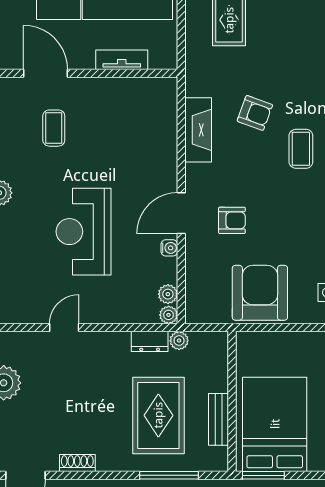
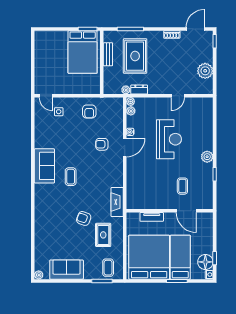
armchair: (255, 113) -> (84, 218), moved
fireplace: (198, 130) -> (117, 202), moved
armchair: (260, 293) -> (89, 112), width x0.53, depth x0.53

